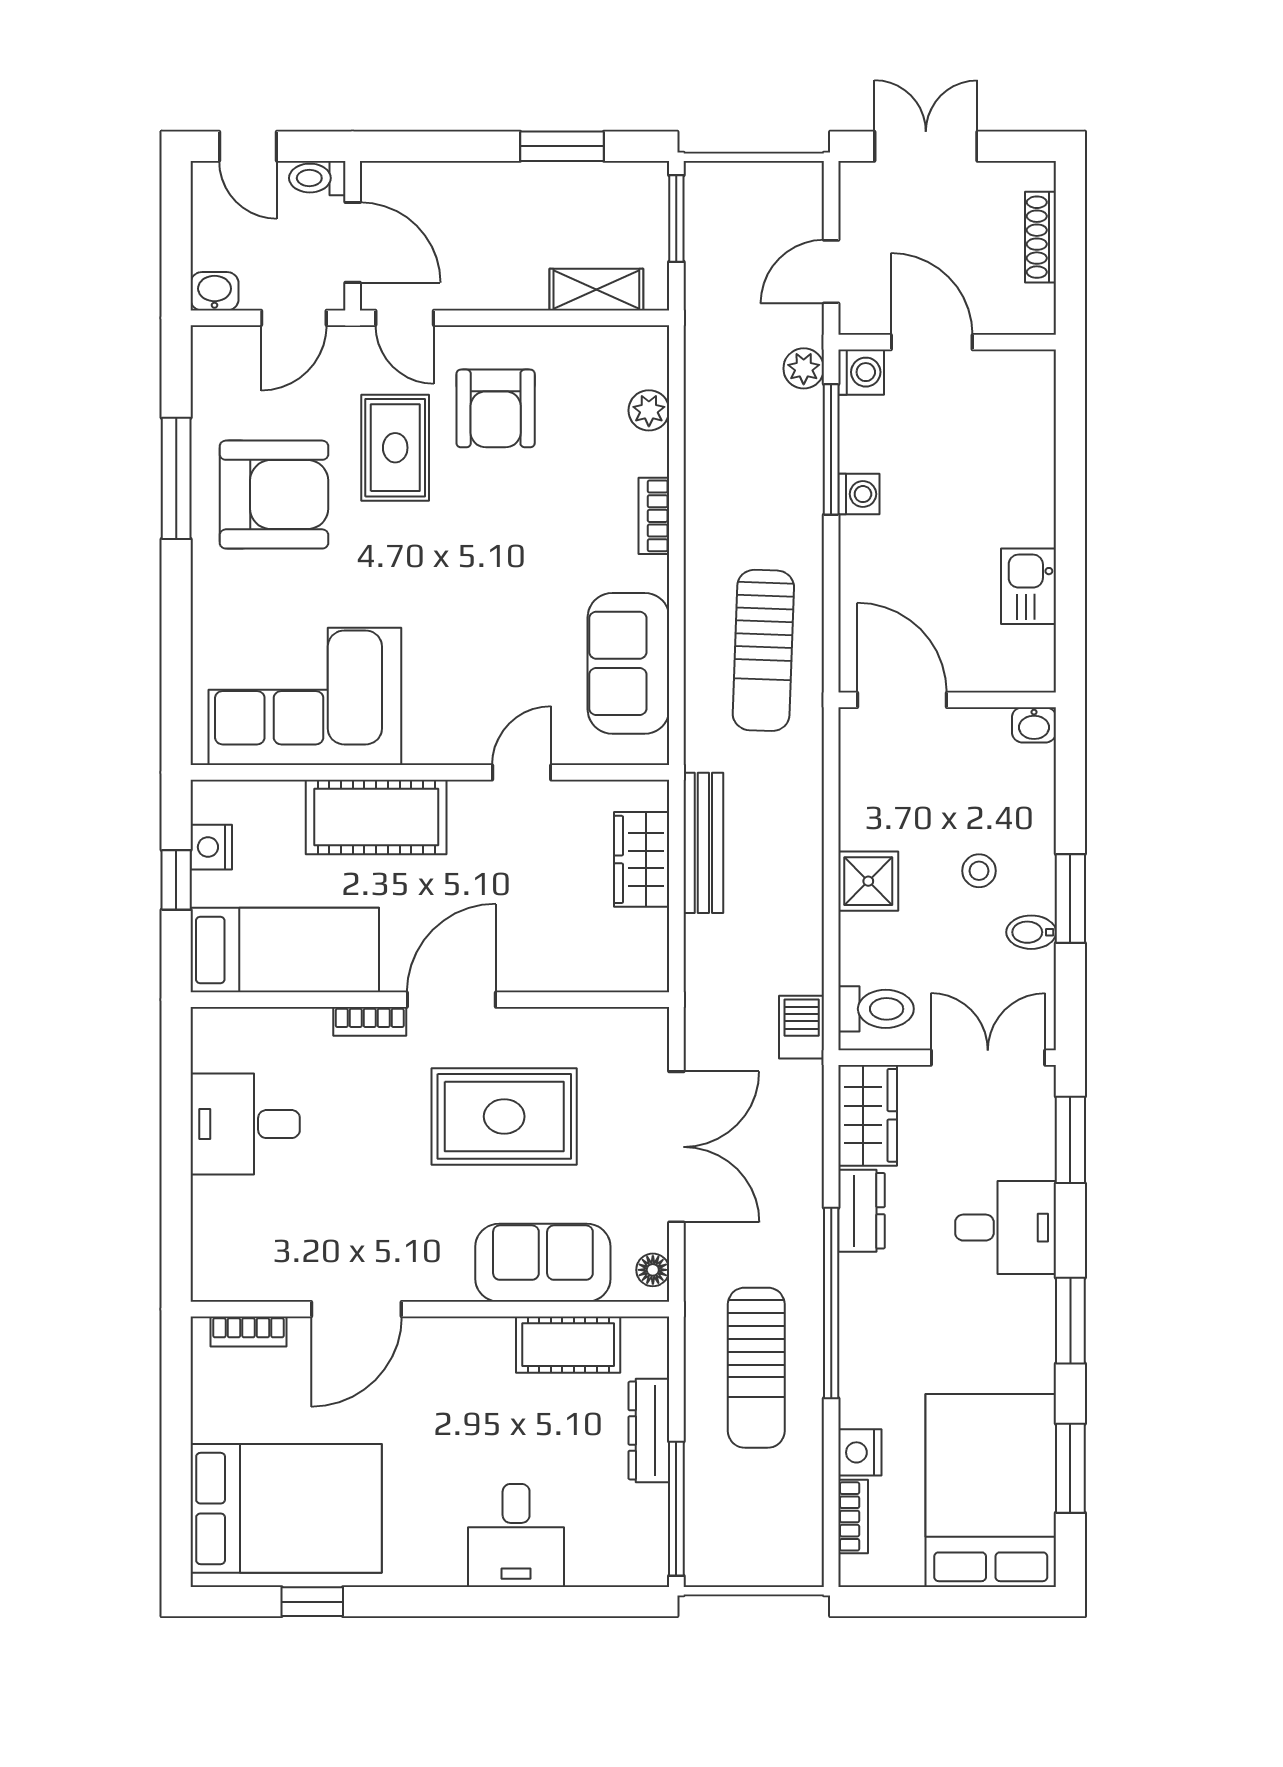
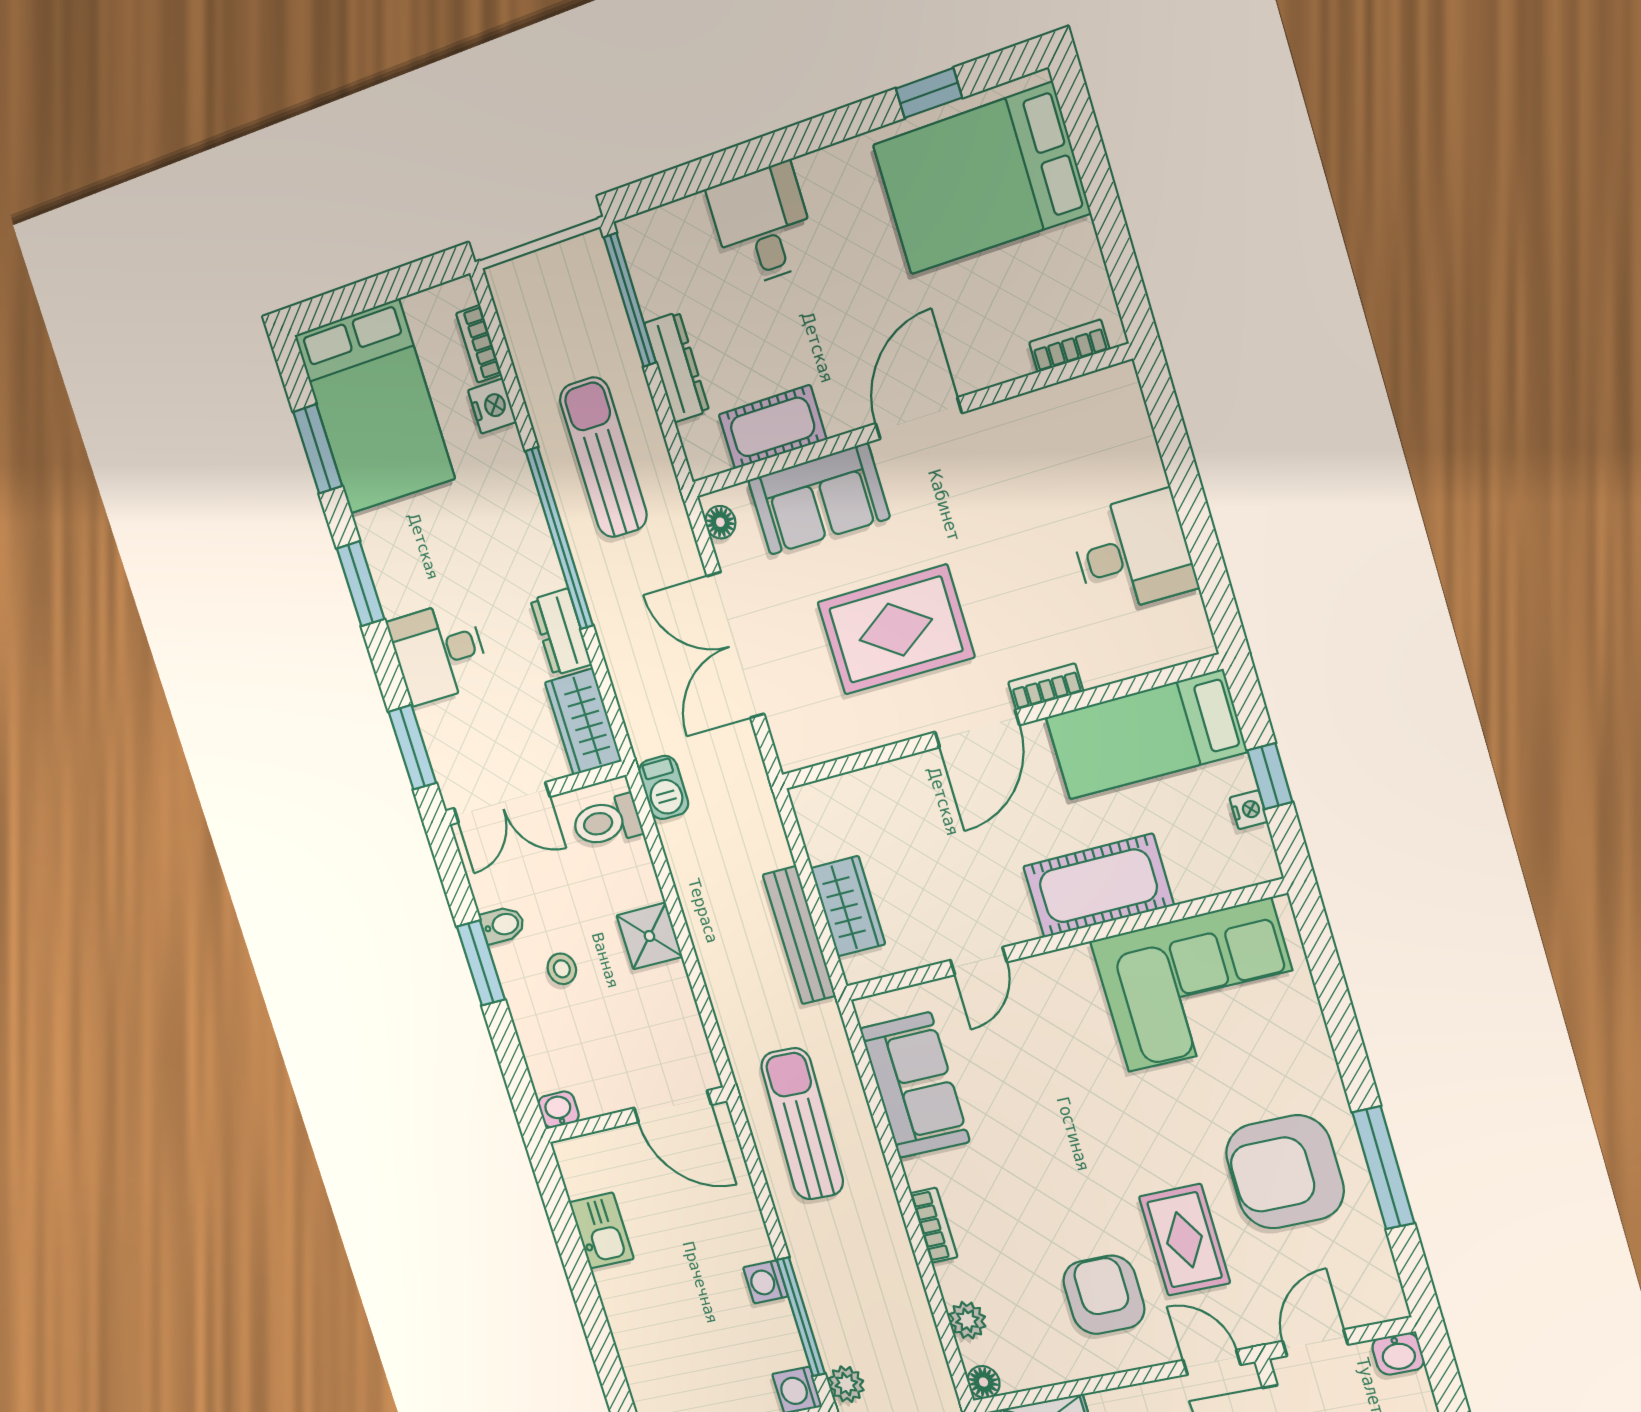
floor lamp: (652, 343) -> (984, 1382), added
nightstand: (211, 847) -> (1249, 810), width x0.72, depth x0.74
door: (356, 1309) -> (919, 418), moved

